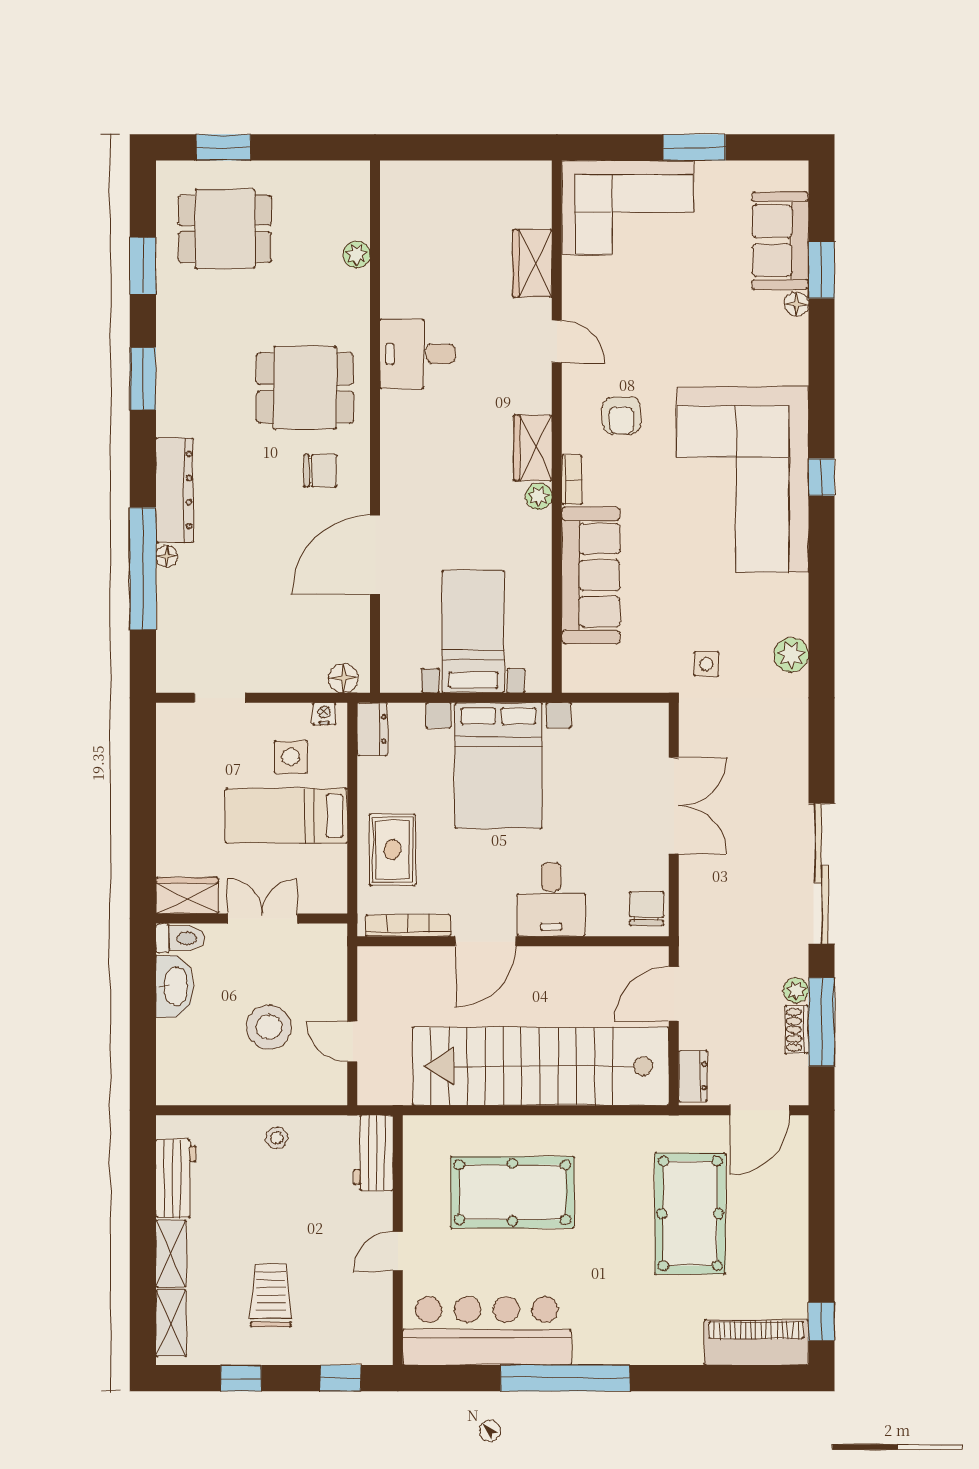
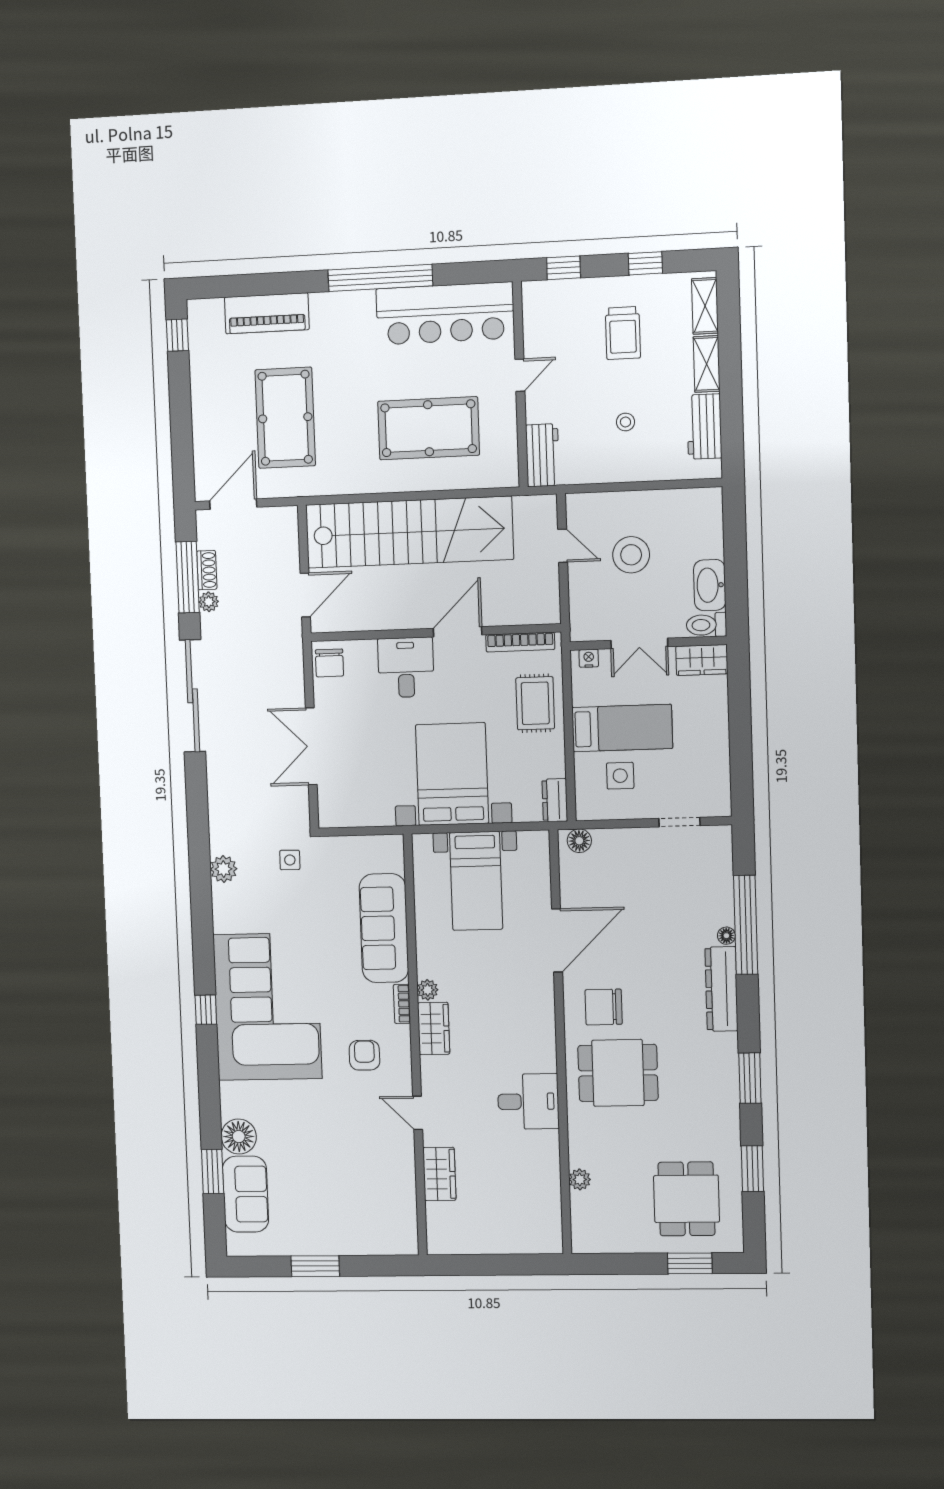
corner sofa: (628, 207) -> (366, 1219), removed
dining table: (225, 229) -> (687, 1199), turned 90
floor lamp: (797, 304) -> (239, 1137), width x1.89, depth x1.89
chair: (320, 471) -> (604, 1007), width x1.37, depth x1.37
nightstand: (324, 714) -> (589, 658), moved, turned 180
dresser: (693, 1076) -> (287, 529), removed
stool: (277, 1138) -> (625, 422), moved
piano: (756, 1342) -> (267, 313), moved

